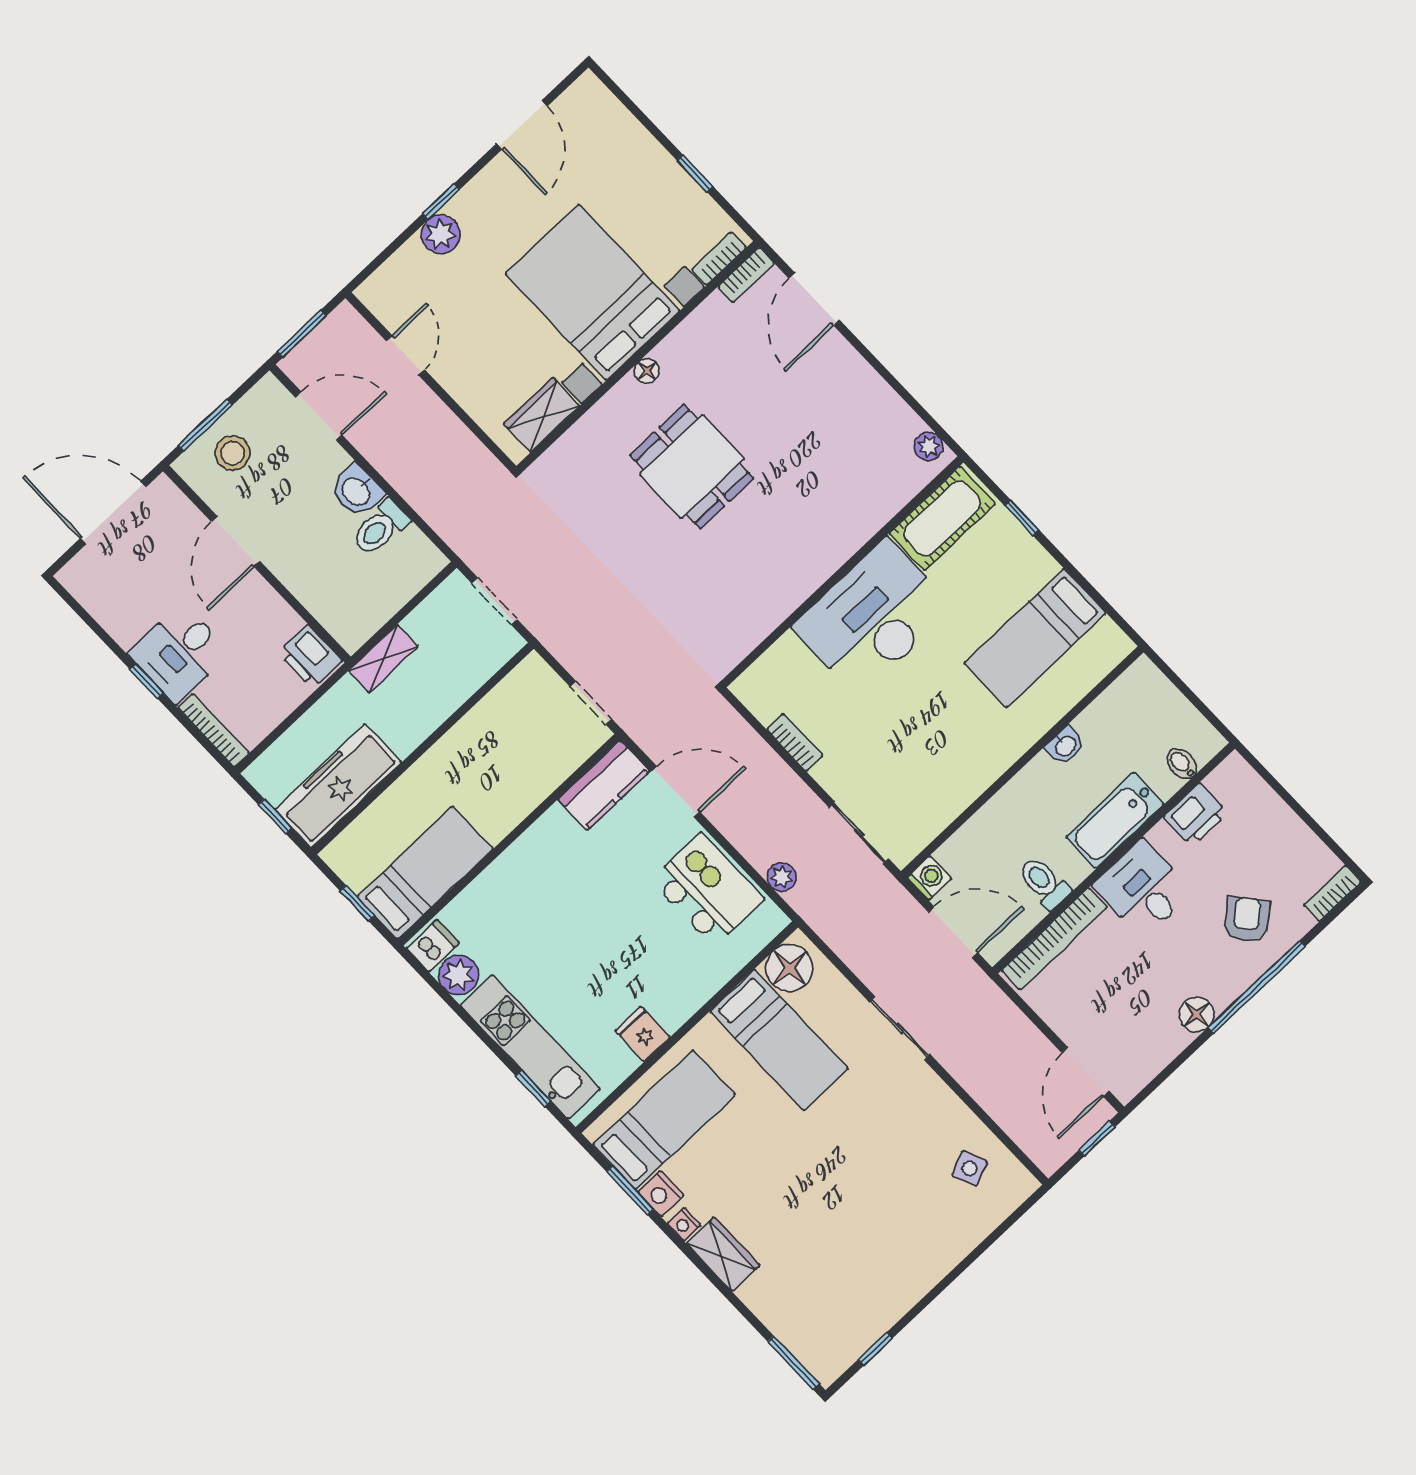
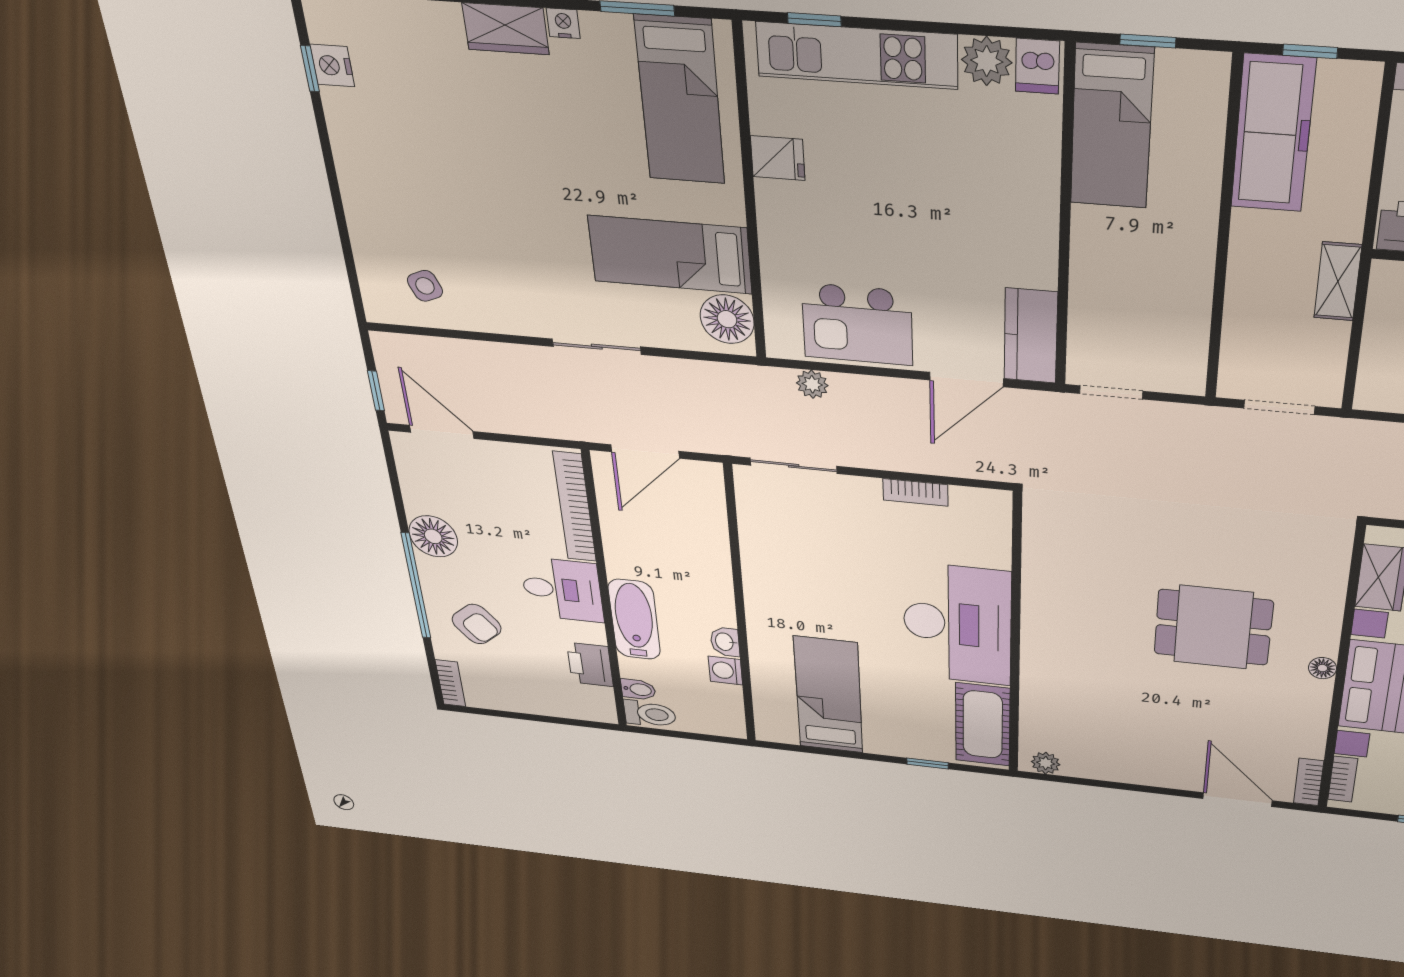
washing machine: (929, 878) -> (725, 671), moved, turned 90
toilet: (1044, 883) -> (650, 714), moved
floor lamp: (1197, 1014) -> (433, 536), width x1.38, depth x1.38
nightstand: (661, 1194) -> (332, 65), moved, turned -90

